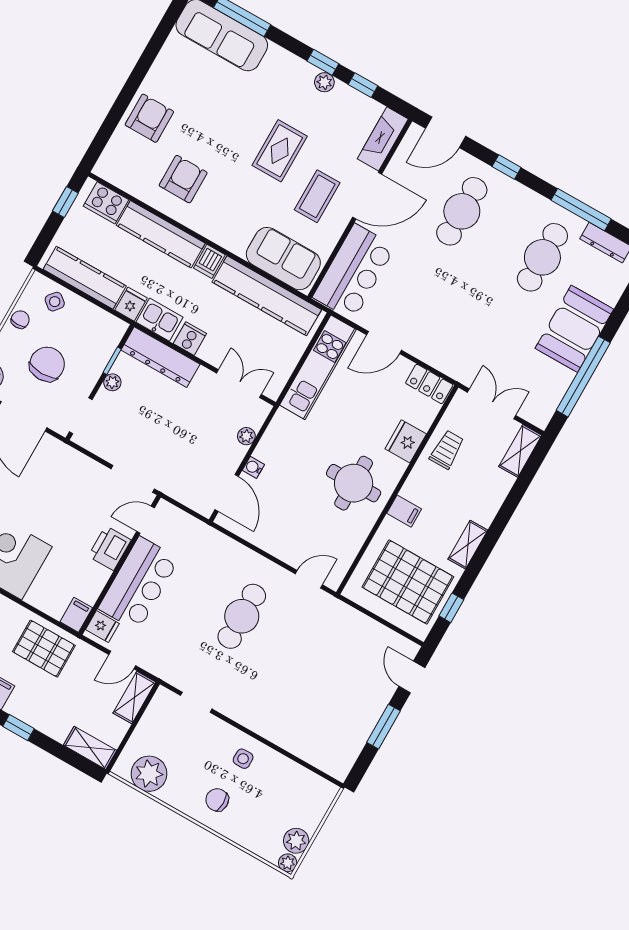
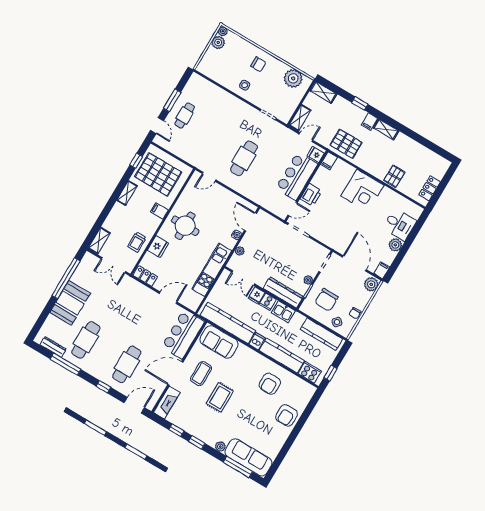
plant: (324, 82) -> (220, 447), moved
fridge: (131, 304) -> (257, 295), moved
chair: (47, 364) -> (327, 300), moved
kitchen unit: (318, 367) -> (212, 270), moved
cafe table: (359, 697) -> (185, 116), added

